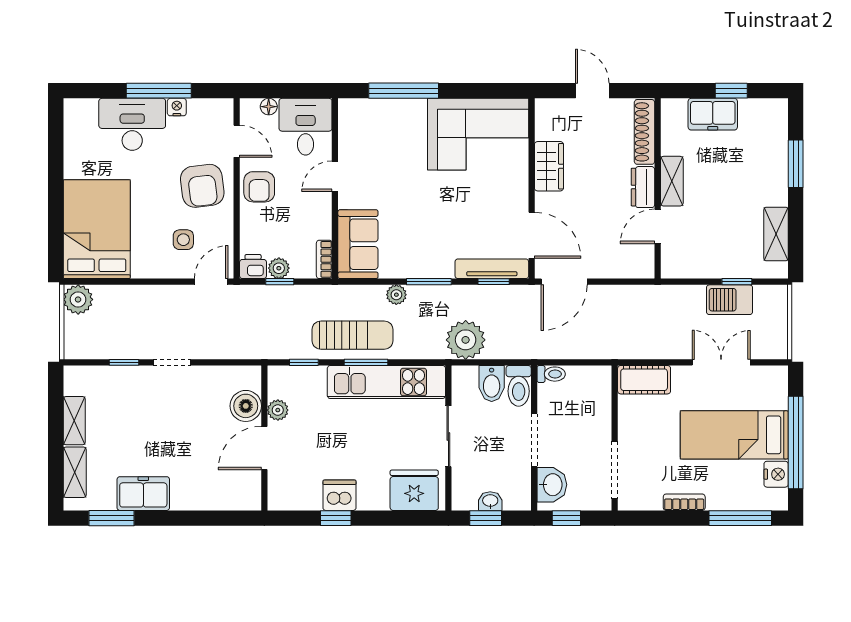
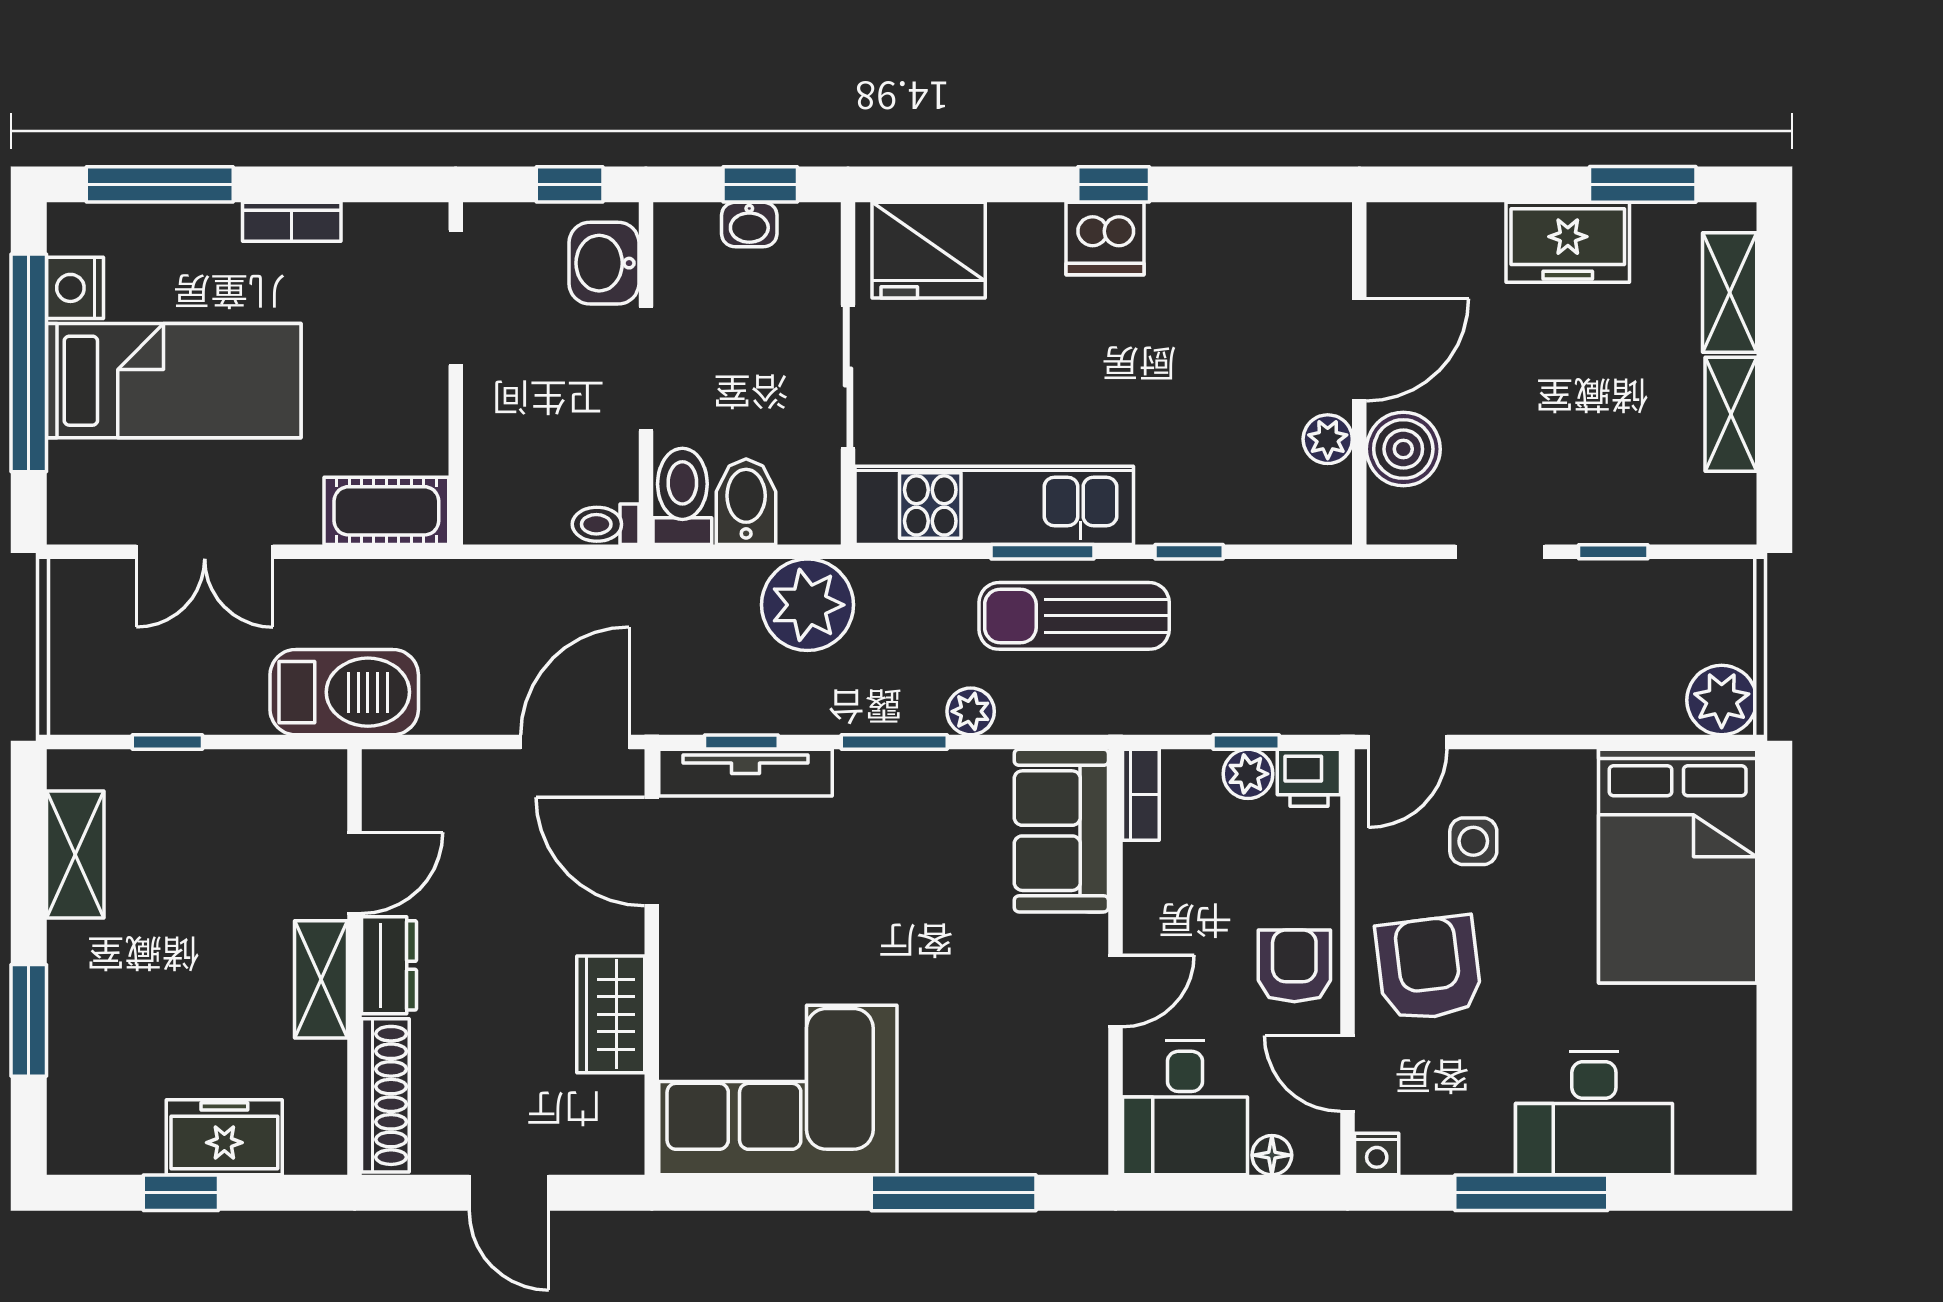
nightstand: (177, 107) -> (1377, 1154), moved
barbecue: (730, 300) -> (344, 692), moved, width x1.37, depth x1.21
boiler: (246, 406) -> (1403, 449), moved
plant: (278, 410) -> (1328, 439), moved
wall: (264, 438) -> (1359, 373), moved
door: (264, 448) -> (1359, 350), moved

